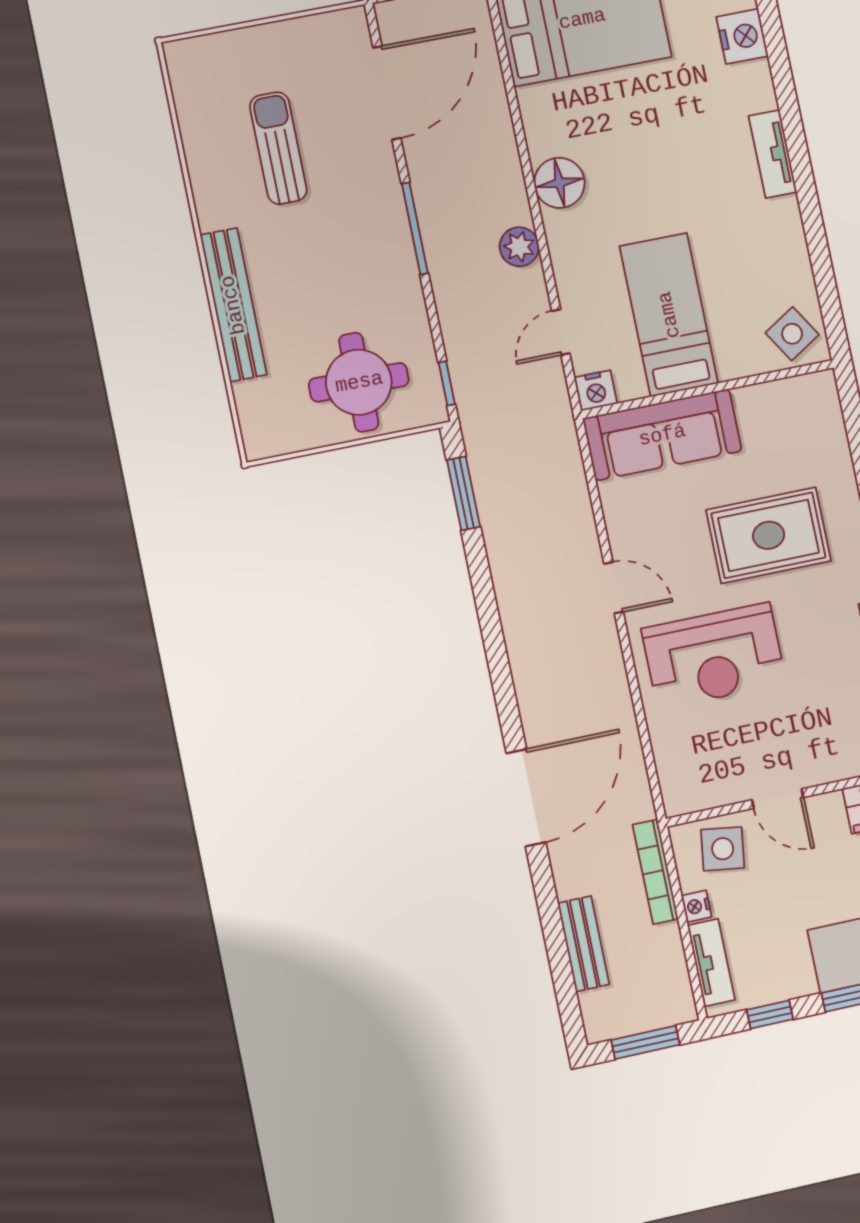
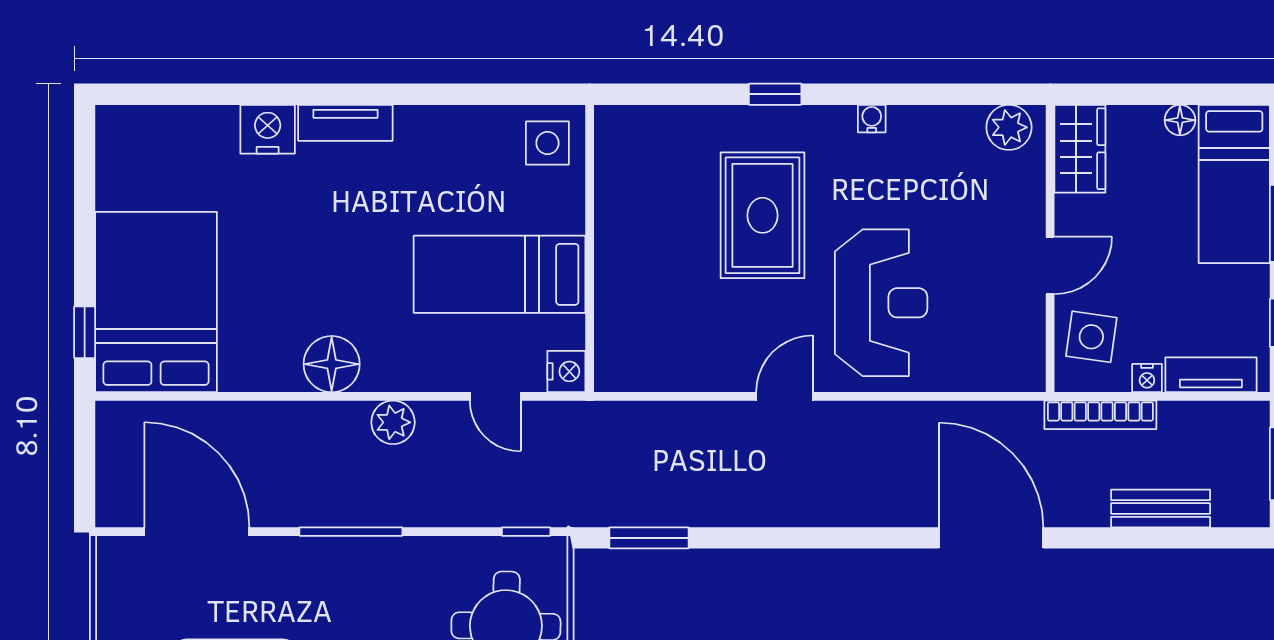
nightstand: (742, 36) -> (268, 129), moved
side table: (792, 334) -> (547, 143), turned 32
sofa: (662, 435) -> (629, 309), removed

